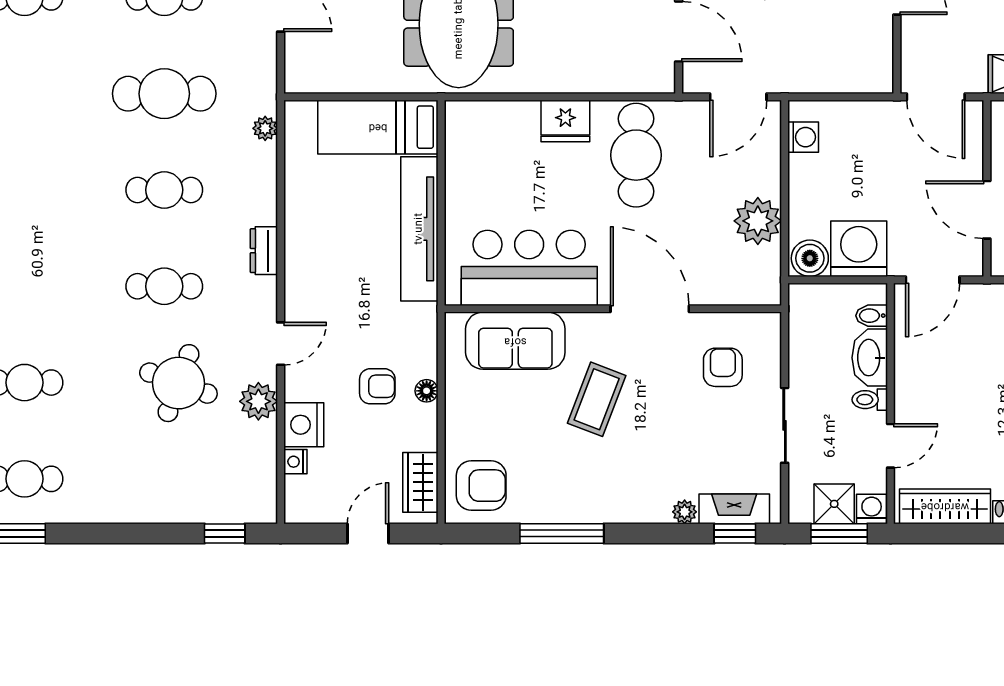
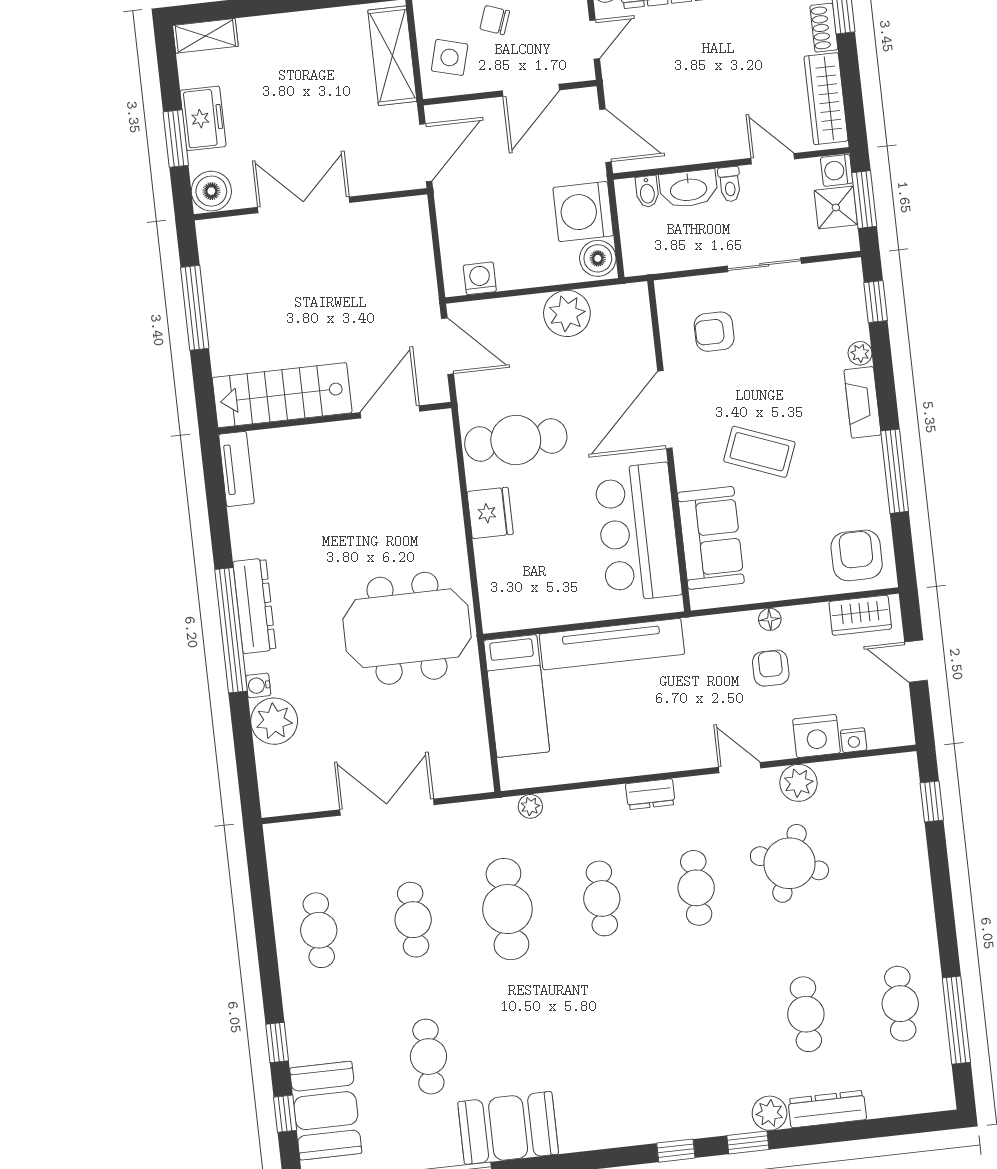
fireplace: (734, 509) -> (863, 402), moved

